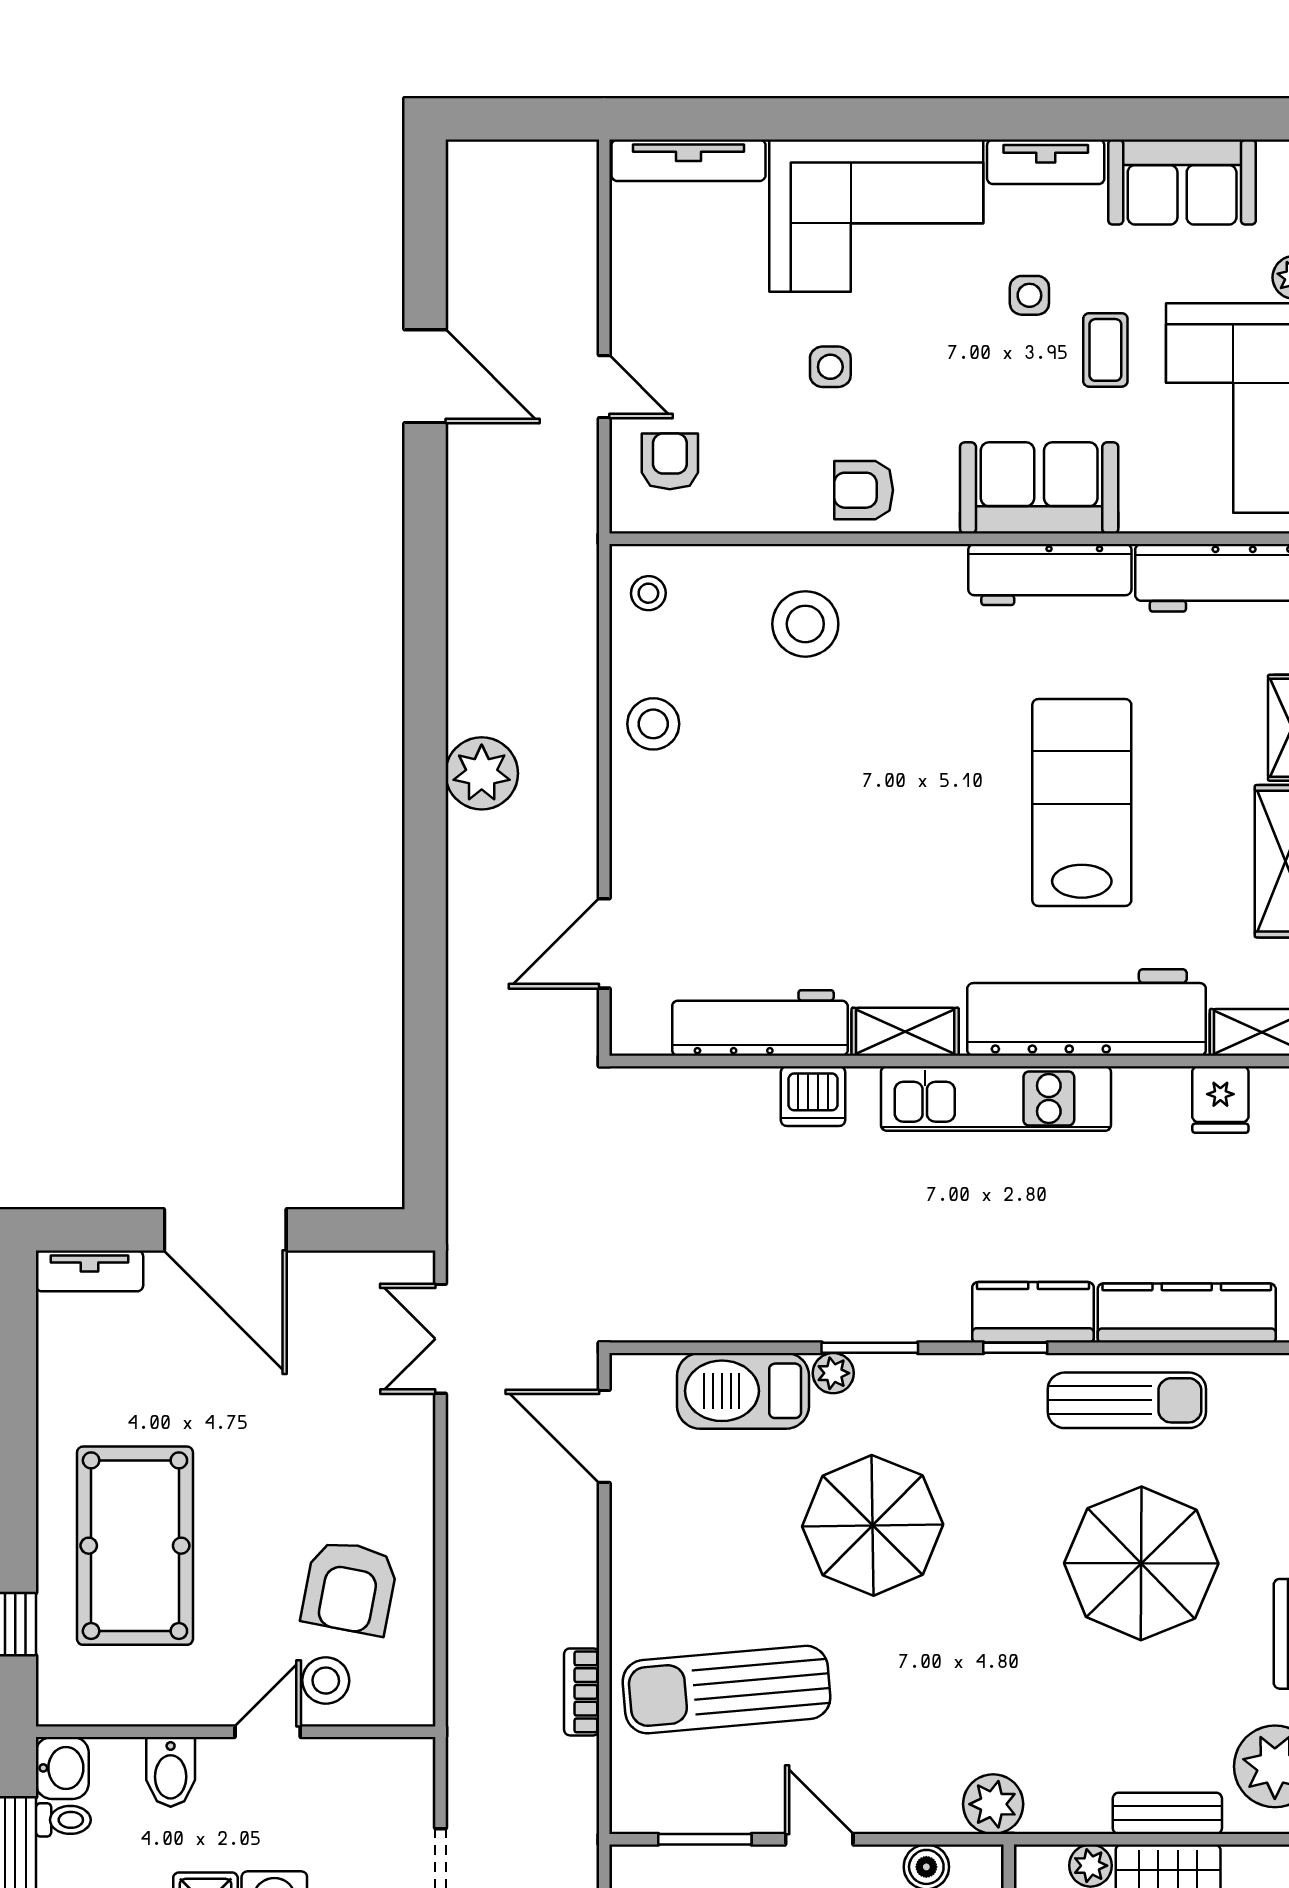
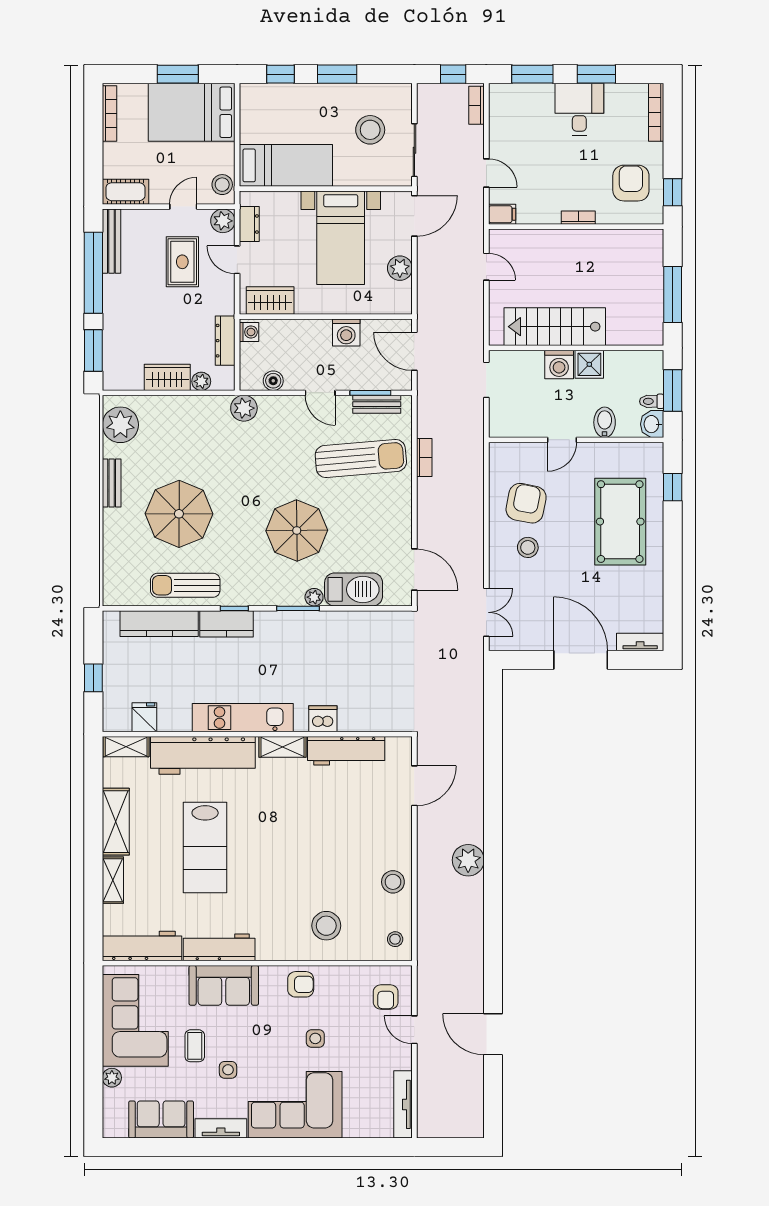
tv unit: (688, 160) -> (403, 1104), moved, turned -90
stool: (326, 1681) -> (528, 547), moved
bench: (1167, 1813) -> (377, 404), moved

